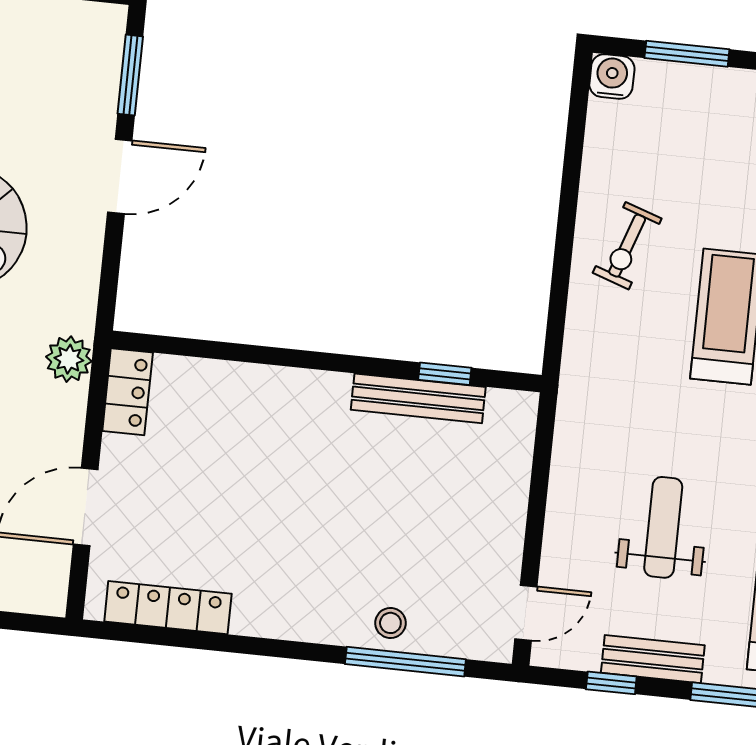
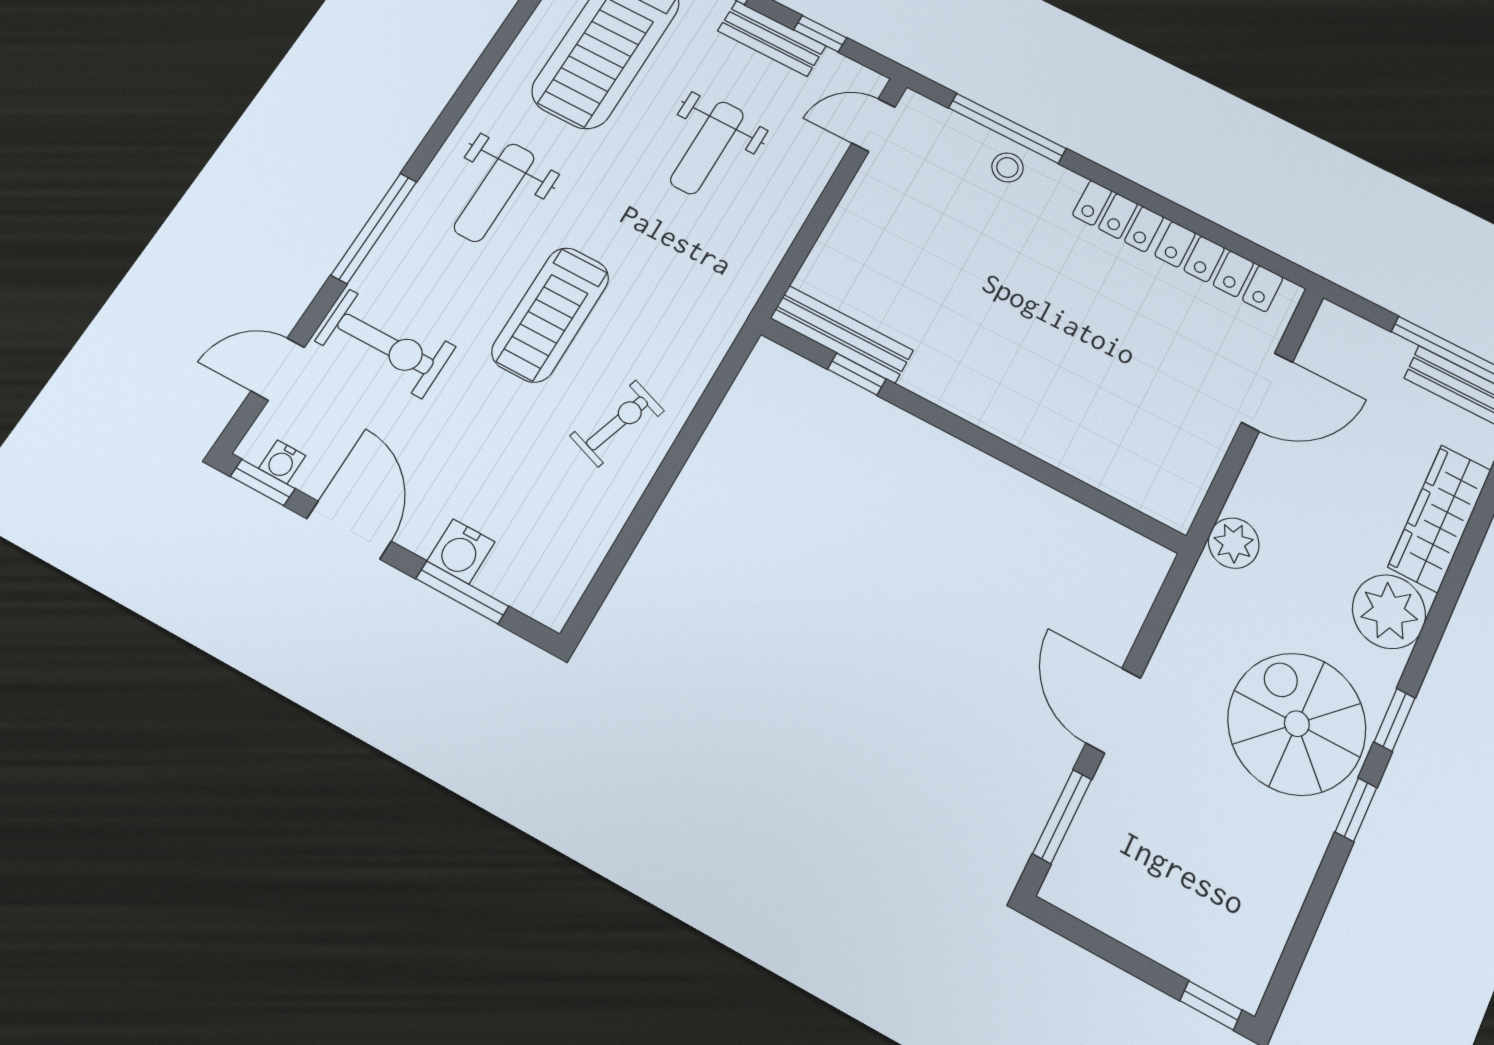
water cooler: (612, 77) -> (461, 551), moved
door: (120, 176) -> (1113, 710), hinge flipped
locker: (128, 392) -> (1118, 216), moved, turned -90
bench: (418, 398) -> (842, 334), moved

